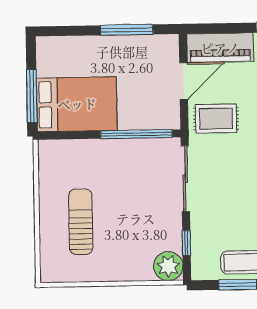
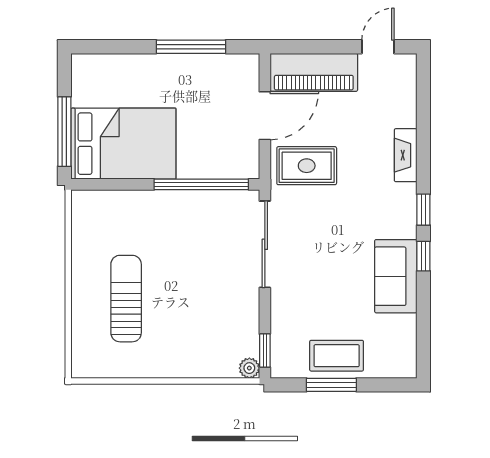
window: (186, 243) -> (265, 351), moved
plant: (168, 266) -> (249, 368), width x0.53, depth x0.53

